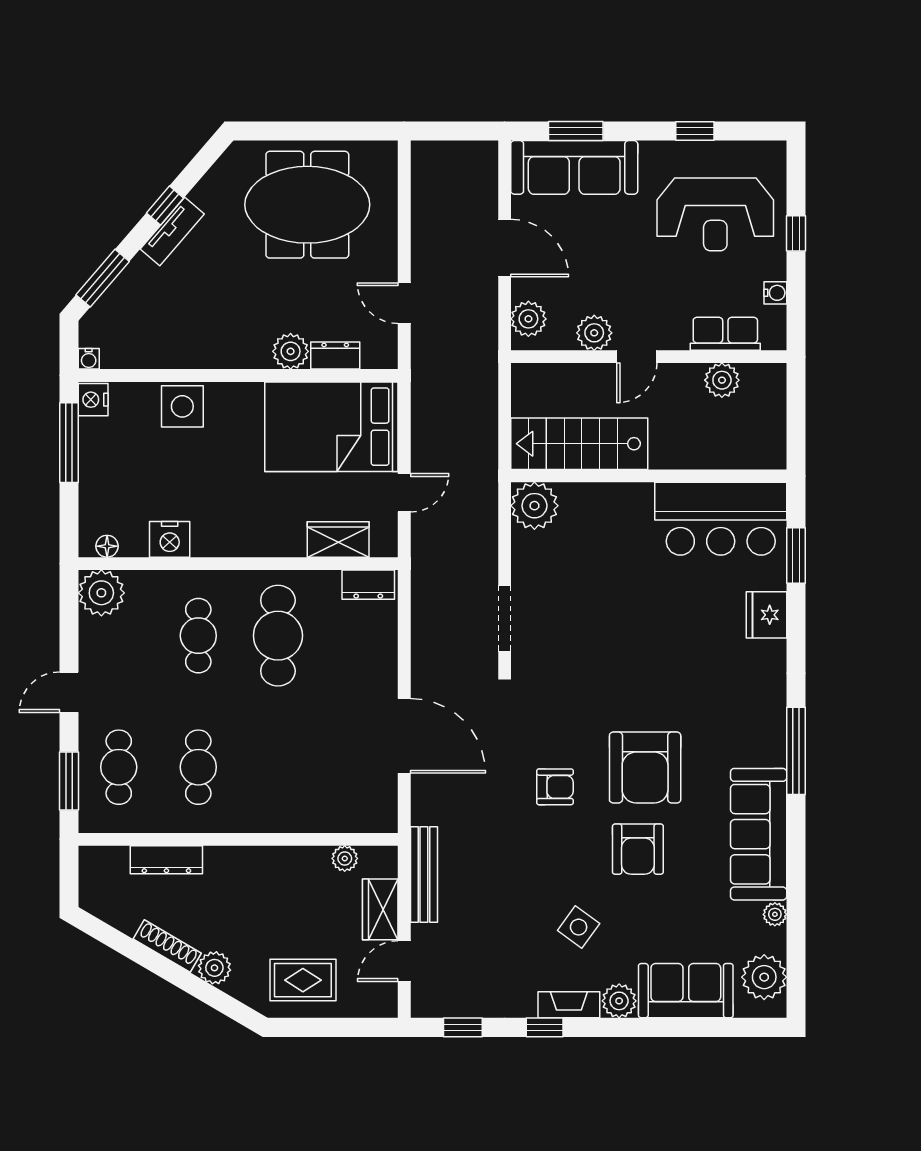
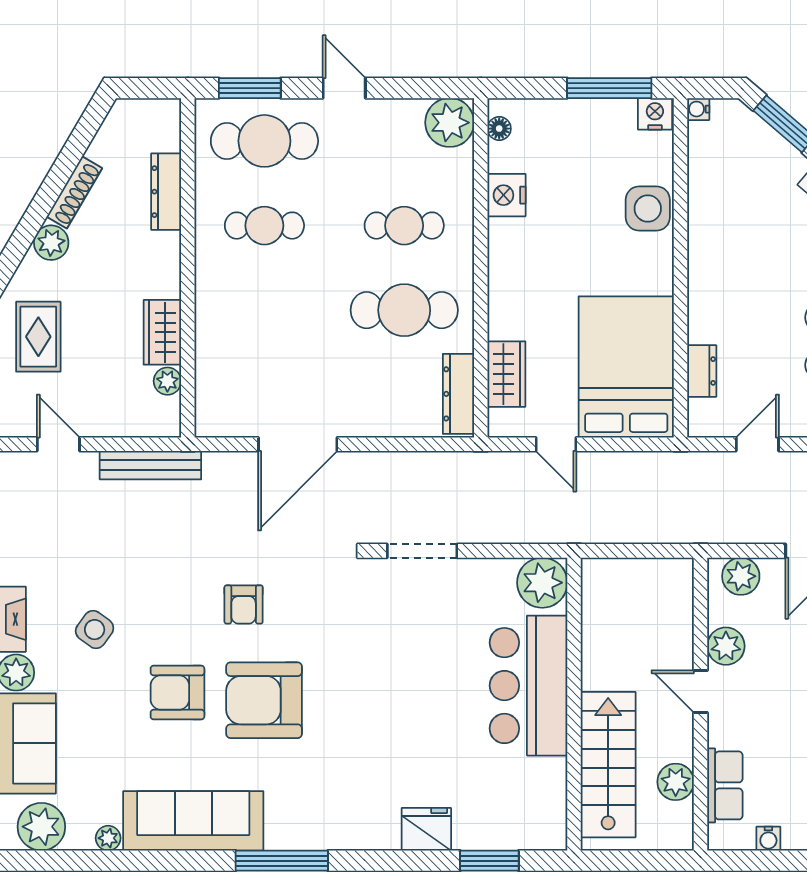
plant: (291, 351) -> (706, 324), removed
stairs: (579, 444) -> (608, 765), moved
bar counter: (721, 519) -> (528, 686), moved
dresser: (368, 585) -> (458, 394), width x1.44
cafe table: (119, 767) -> (264, 141), width x1.37, depth x1.35
wardrobe: (380, 909) -> (162, 332), moved, turned -90

